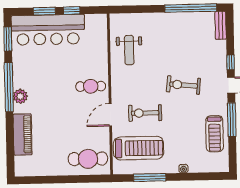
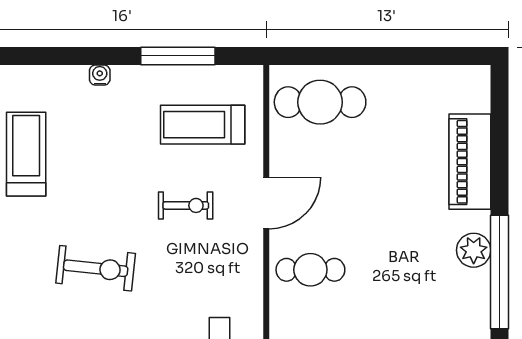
exercise bike: (145, 113) -> (186, 205), width x0.73, depth x0.72
treadmill: (139, 148) -> (203, 125), width x0.73, depth x0.73

